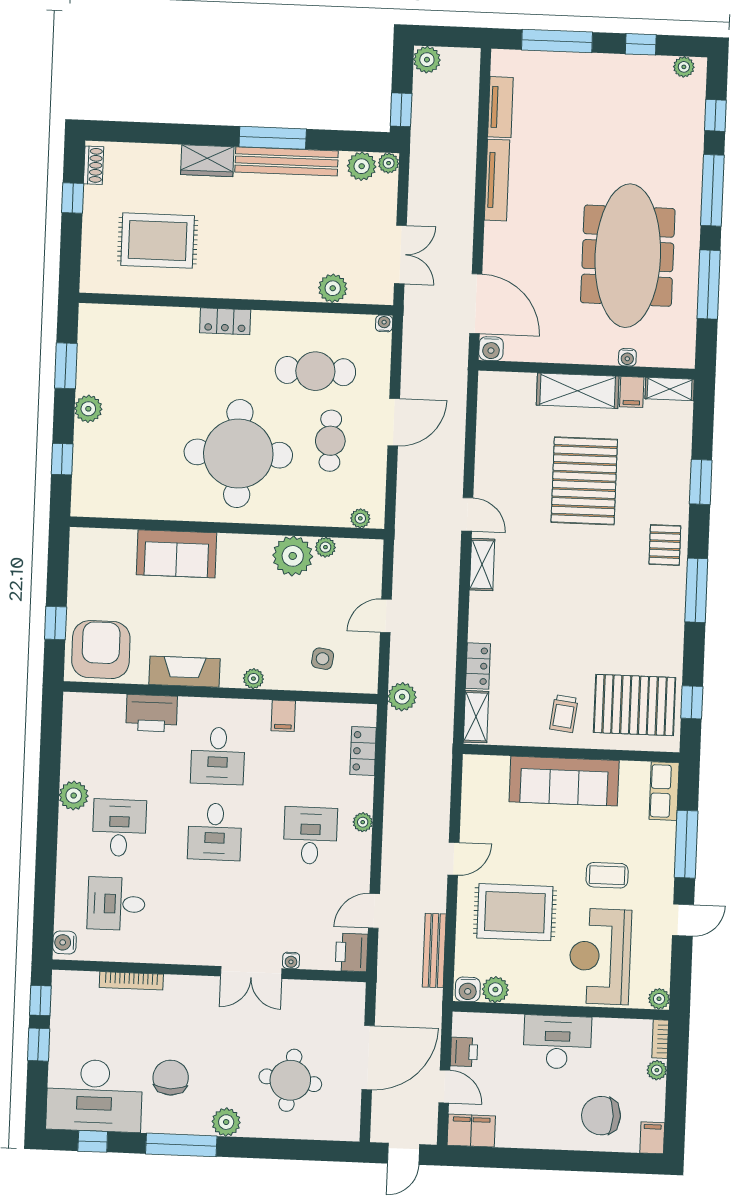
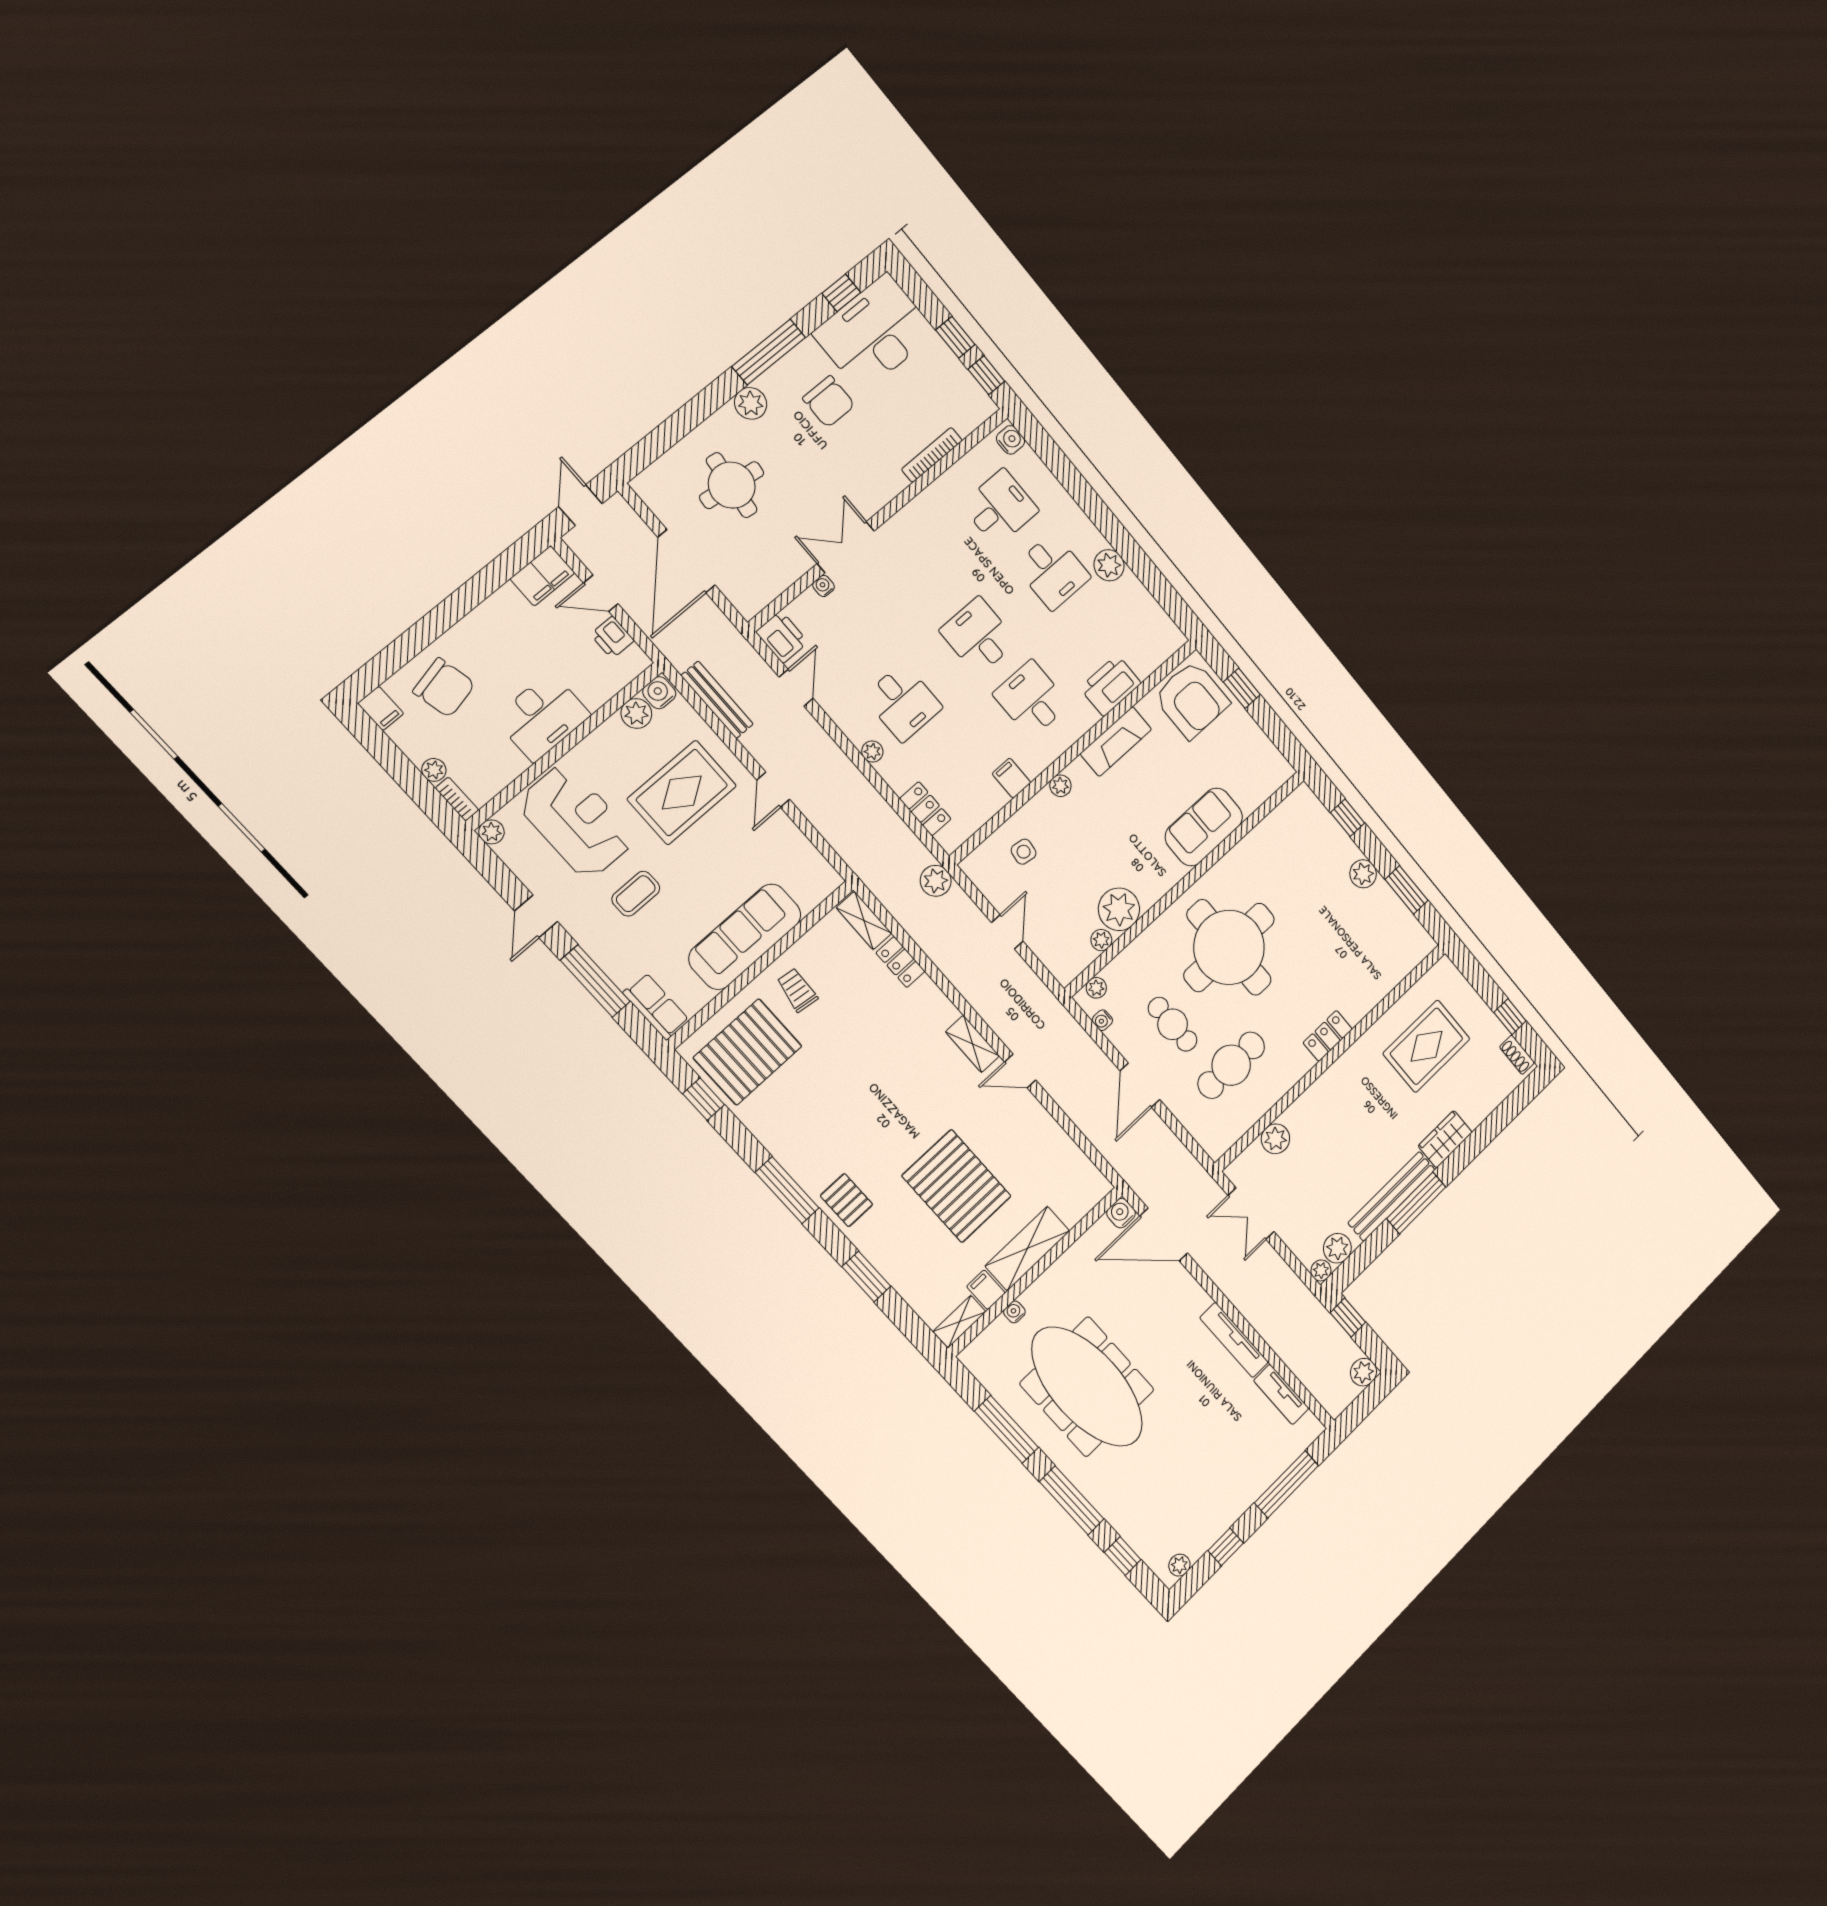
water cooler: (384, 323) -> (1102, 1020), moved, turned 90
chair: (601, 1116) -> (444, 688), turned 77

